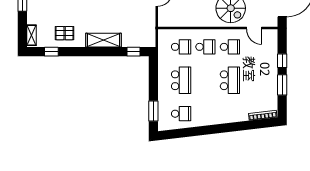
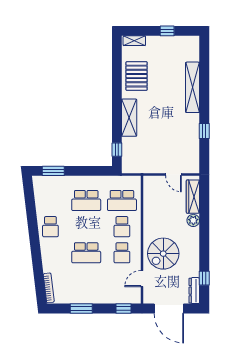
pallet: (65, 33) -> (137, 76), width x1.50, depth x1.42
school desk: (181, 47) -> (122, 201), width x1.85
window: (51, 52) -> (117, 62), removed
window: (282, 61) -> (124, 309), moved
school desk: (181, 114) -> (50, 227), moved

